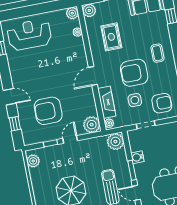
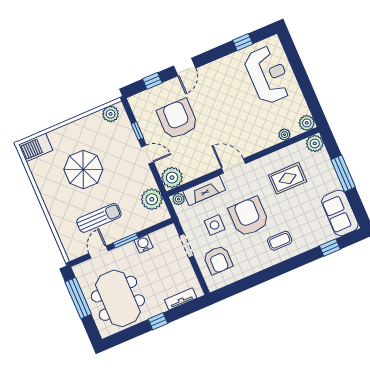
plant: (115, 142) -> (152, 199), moved

